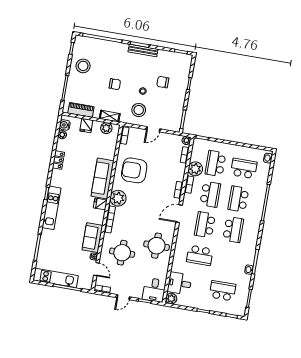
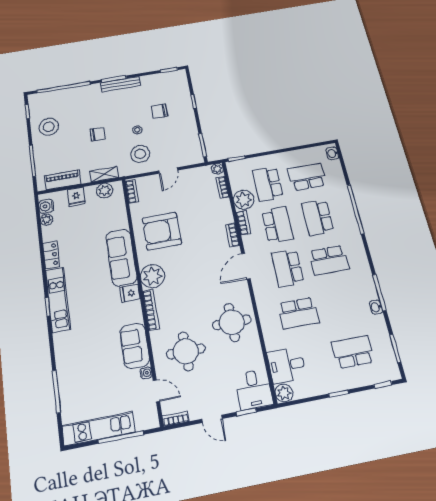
kitchen unit: (51, 208) -> (58, 299), moved
school desk: (233, 230) -> (329, 260), turned 90
door: (123, 297) -> (212, 419), hinge flipped

